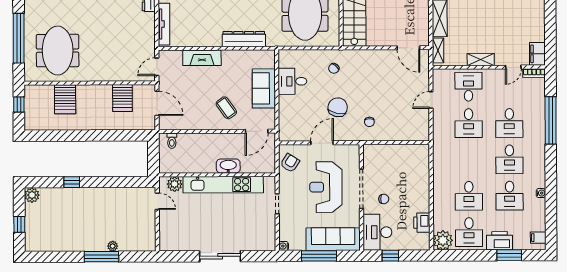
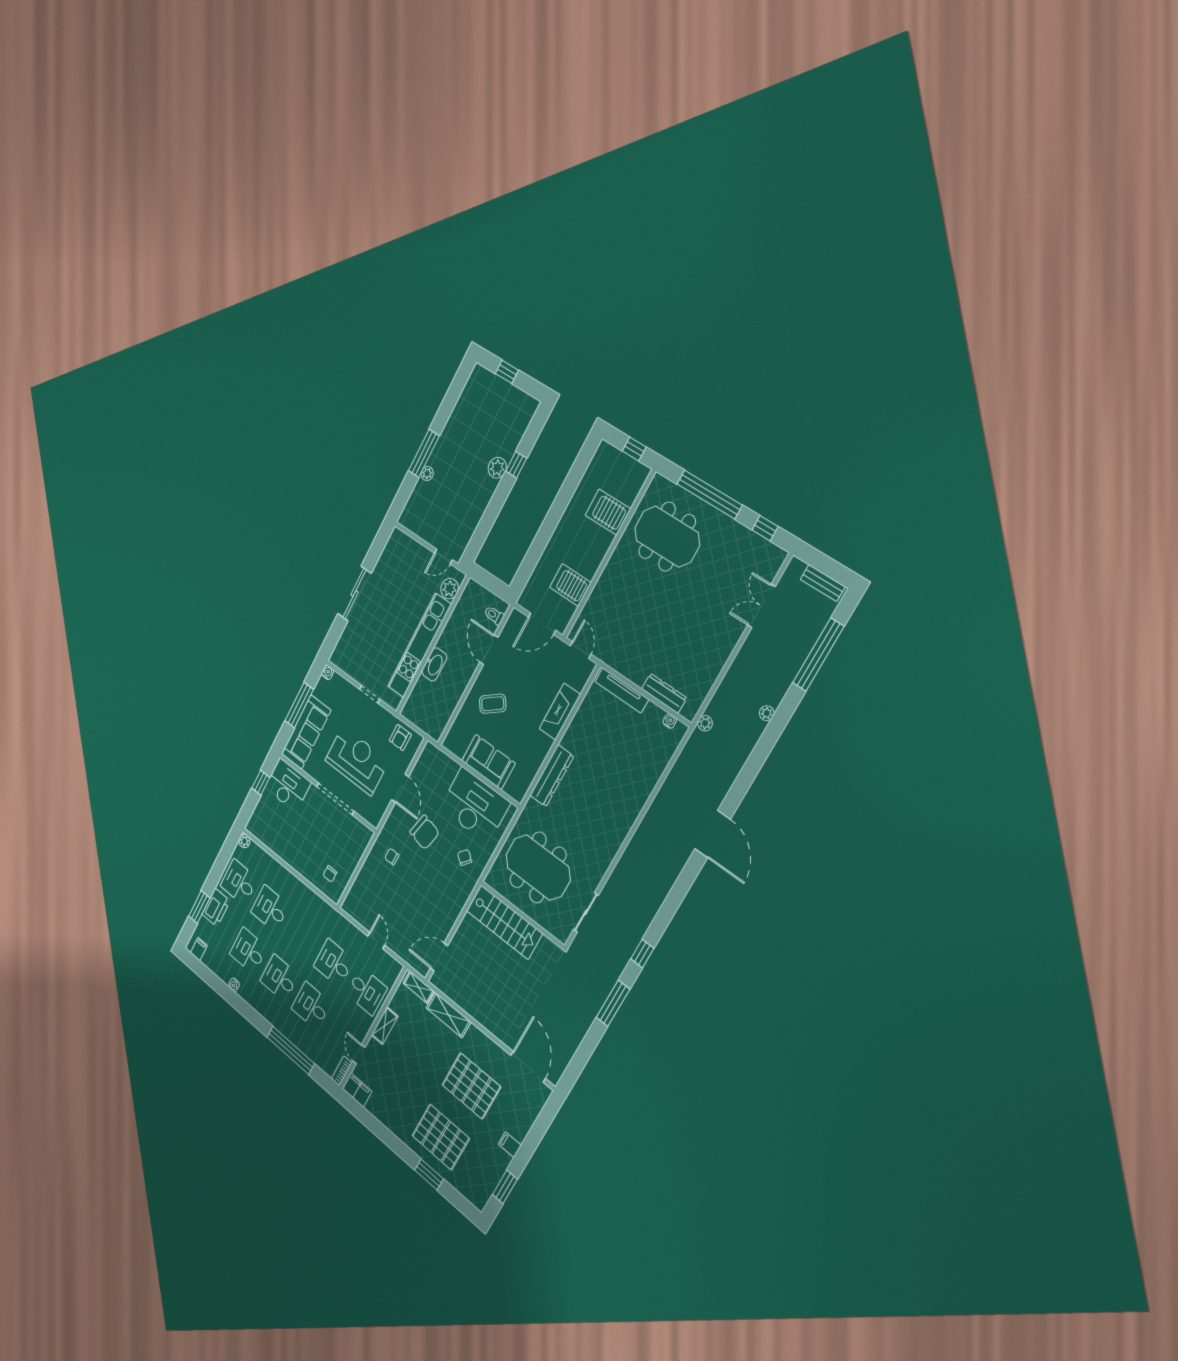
desk: (293, 81) -> (475, 805), width x1.87, depth x1.30
door: (257, 131) -> (489, 650), moved
armchair: (290, 163) -> (400, 738), turned 57
plant: (32, 195) -> (497, 468), moved
chair: (384, 199) -> (330, 874), moved
printer: (422, 223) -> (272, 839), removed
plant: (443, 240) -> (244, 841), width x0.53, depth x0.53

